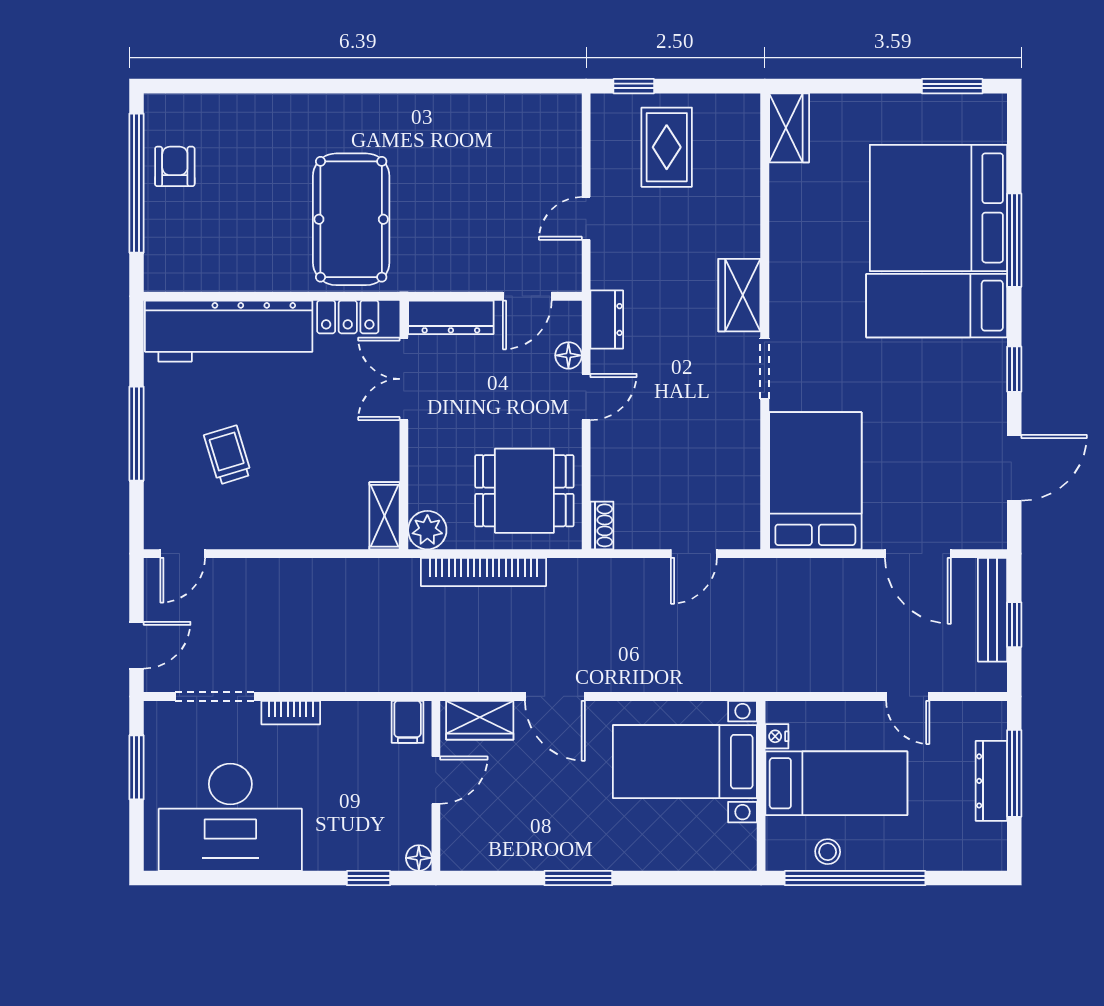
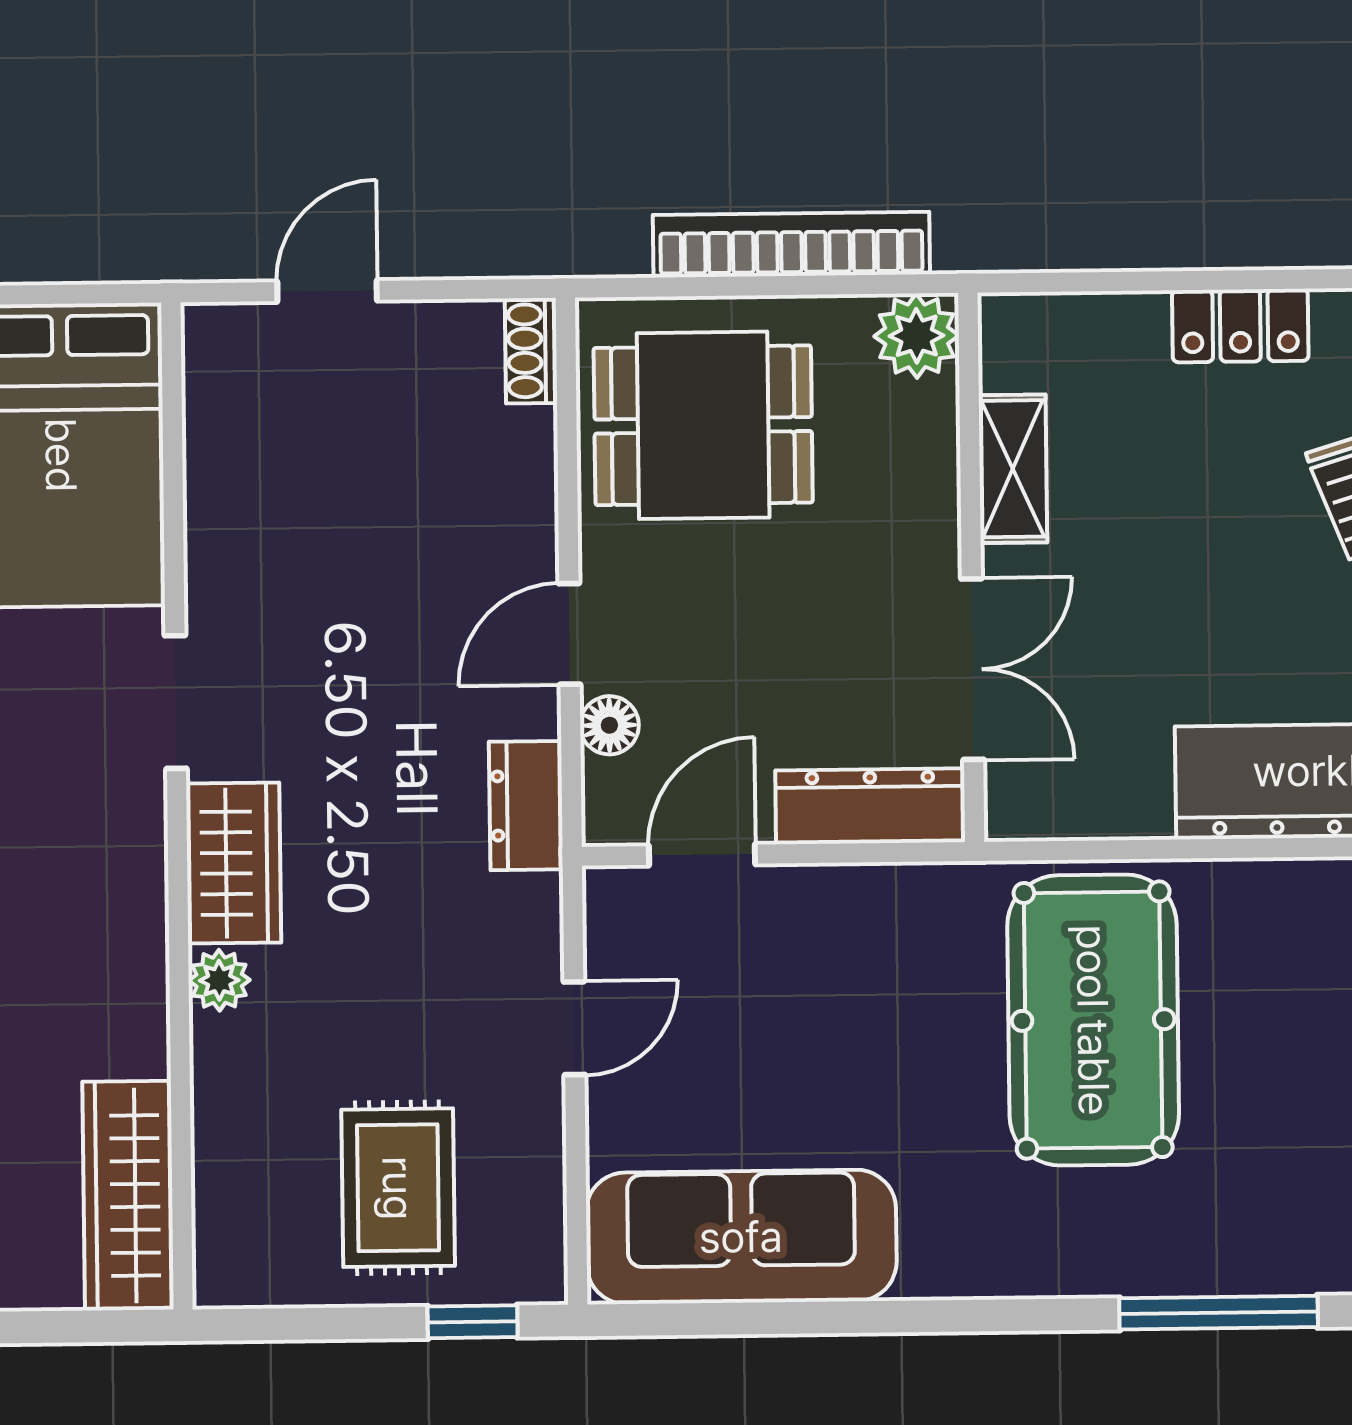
window: (296, 86) -> (1219, 1313), added
sofa: (512, 123) -> (741, 1237), added
wardrobe: (789, 128) -> (128, 1196), width x1.50
plant: (747, 242) -> (219, 980), added
locker: (348, 317) -> (1240, 326), moved, turned 180
shelving: (384, 516) -> (1013, 469), moved

